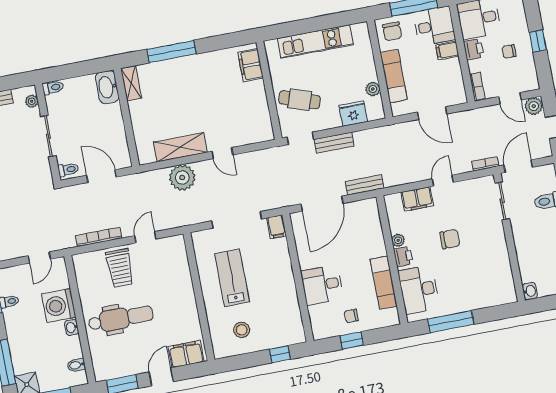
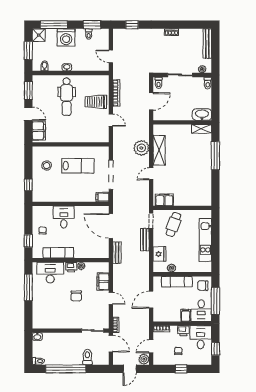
filing cabinet: (250, 65) -> (164, 200), moved
washing machine: (59, 306) -> (66, 37), moved, turned 180
window: (352, 341) -> (28, 241), moved

